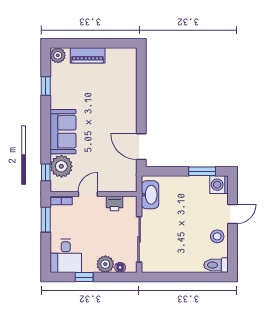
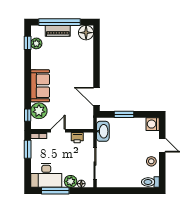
window: (90, 43) -> (60, 22), added
plant: (58, 55) -> (36, 43), moved
floor lamp: (127, 58) -> (86, 33), added
window: (46, 86) -> (28, 43), moved
window: (202, 171) -> (124, 114), moved
door: (232, 214) -> (162, 145), hinge flipped
desk: (66, 256) -> (46, 175), width x1.37
window: (84, 277) -> (55, 191), width x2.17

